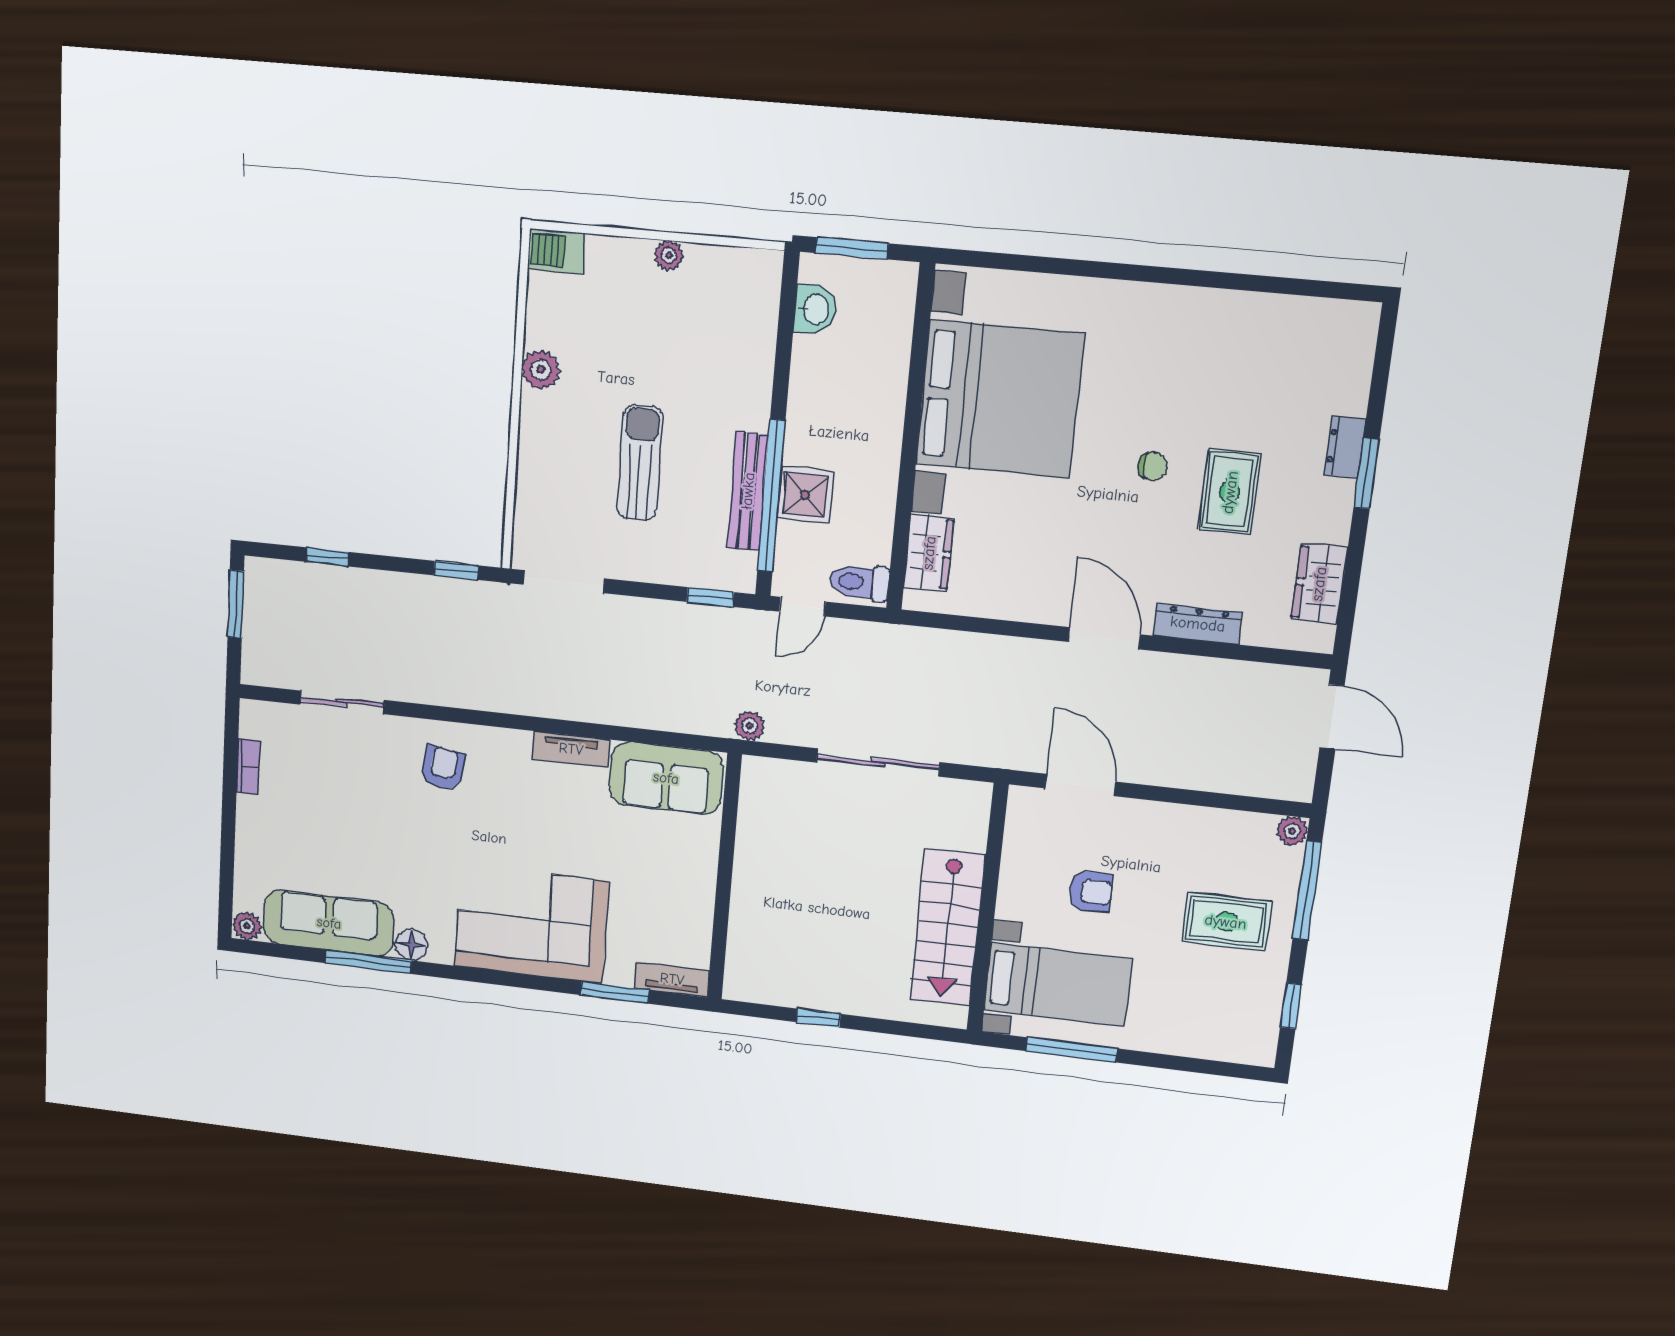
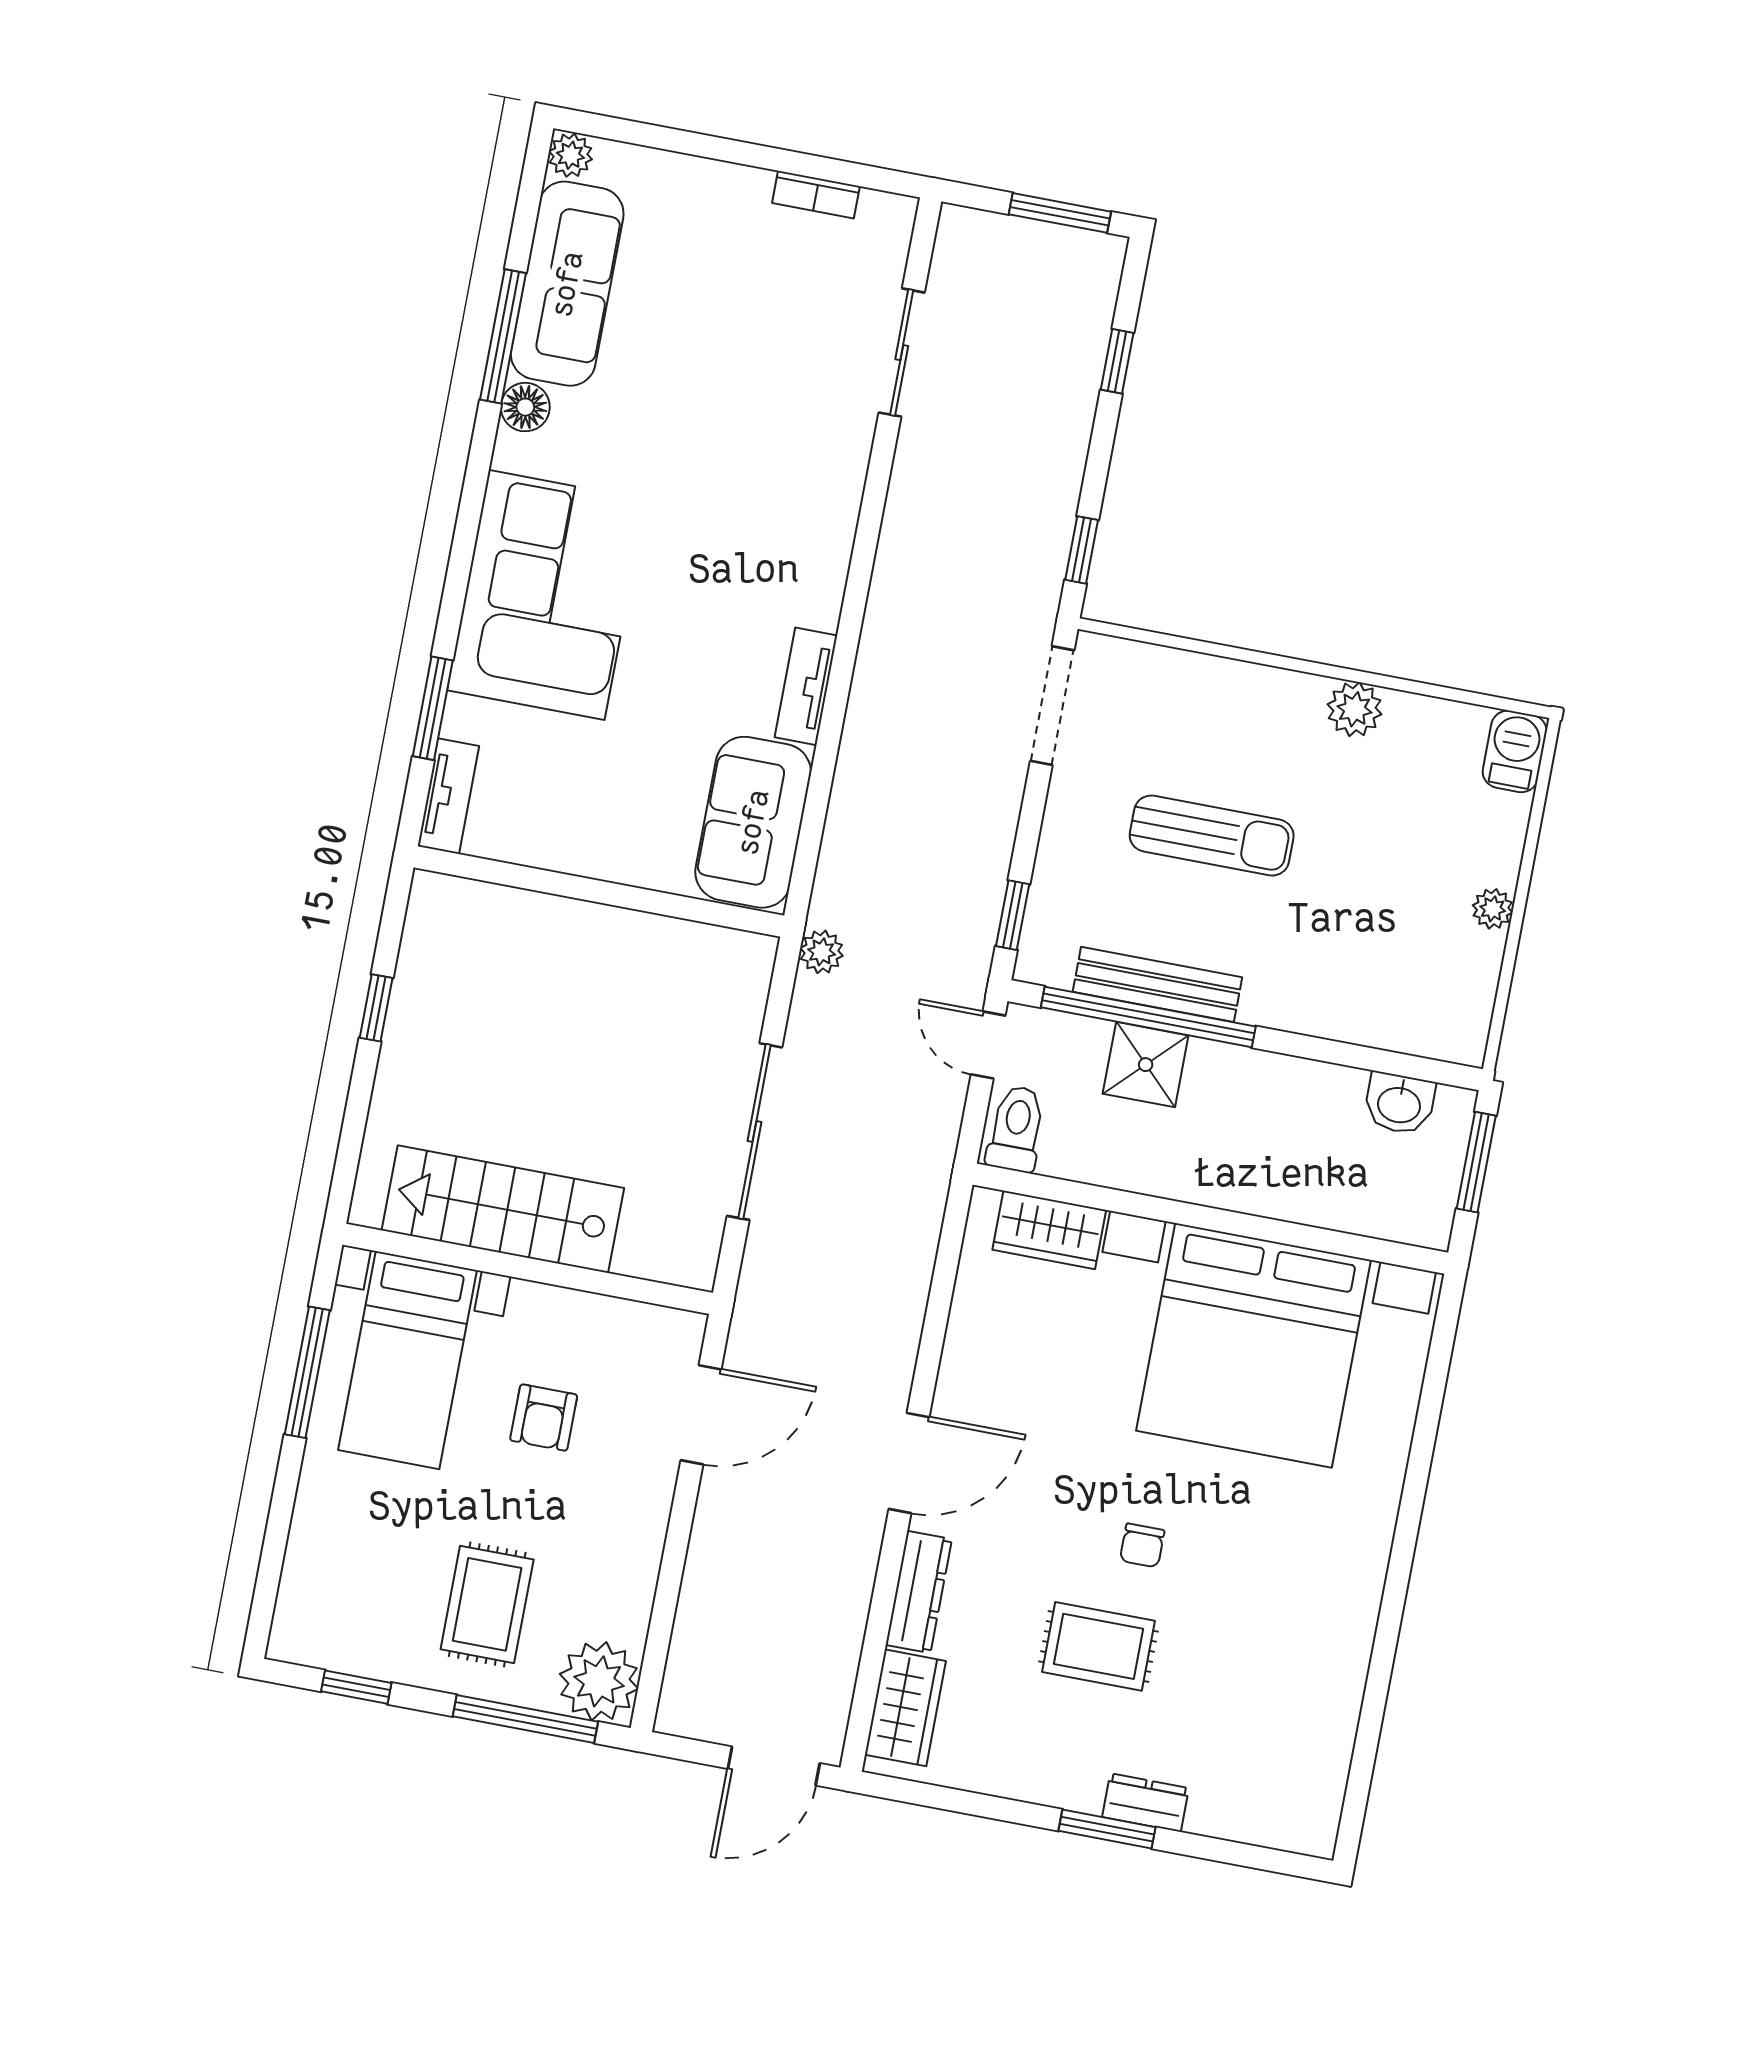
wardrobe: (1319, 584) -> (905, 1708), moved, turned 90
armchair: (443, 768) -> (792, 492), removed
plant: (1292, 831) -> (599, 1681), width x1.88, depth x1.88

